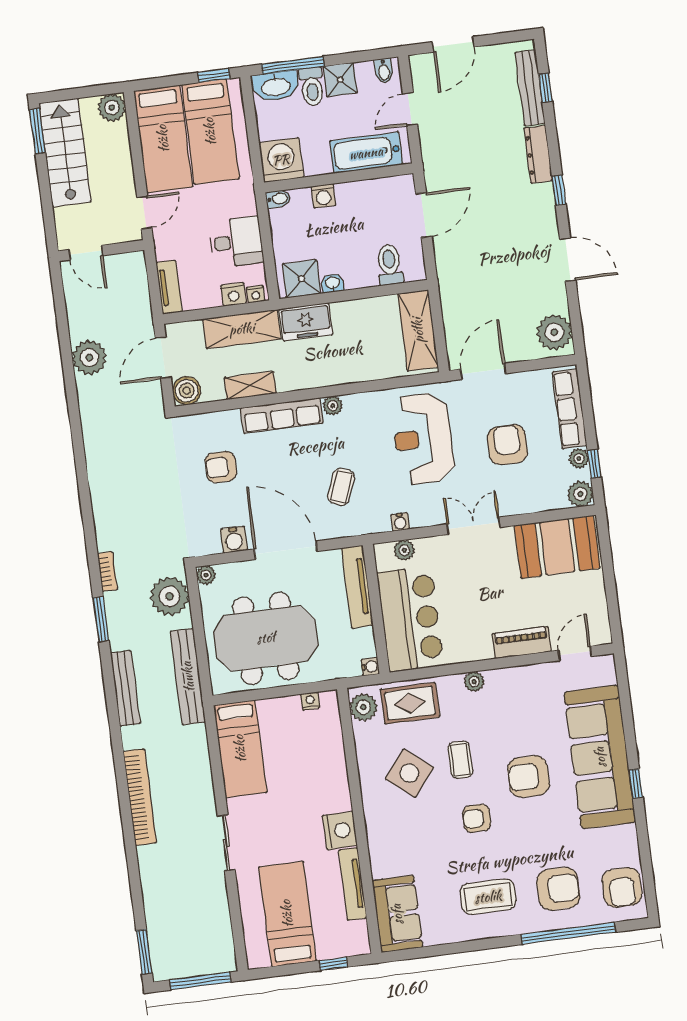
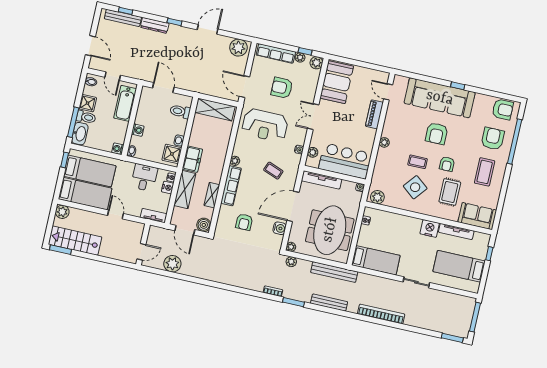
washing machine: (281, 160) -> (118, 149), width x0.53, depth x0.53
wall: (101, 251) -> (143, 244), moved
door: (86, 253) -> (141, 252), moved
plant: (170, 596) -> (291, 262), width x0.53, depth x0.53
rug: (410, 703) -> (450, 192), moved

